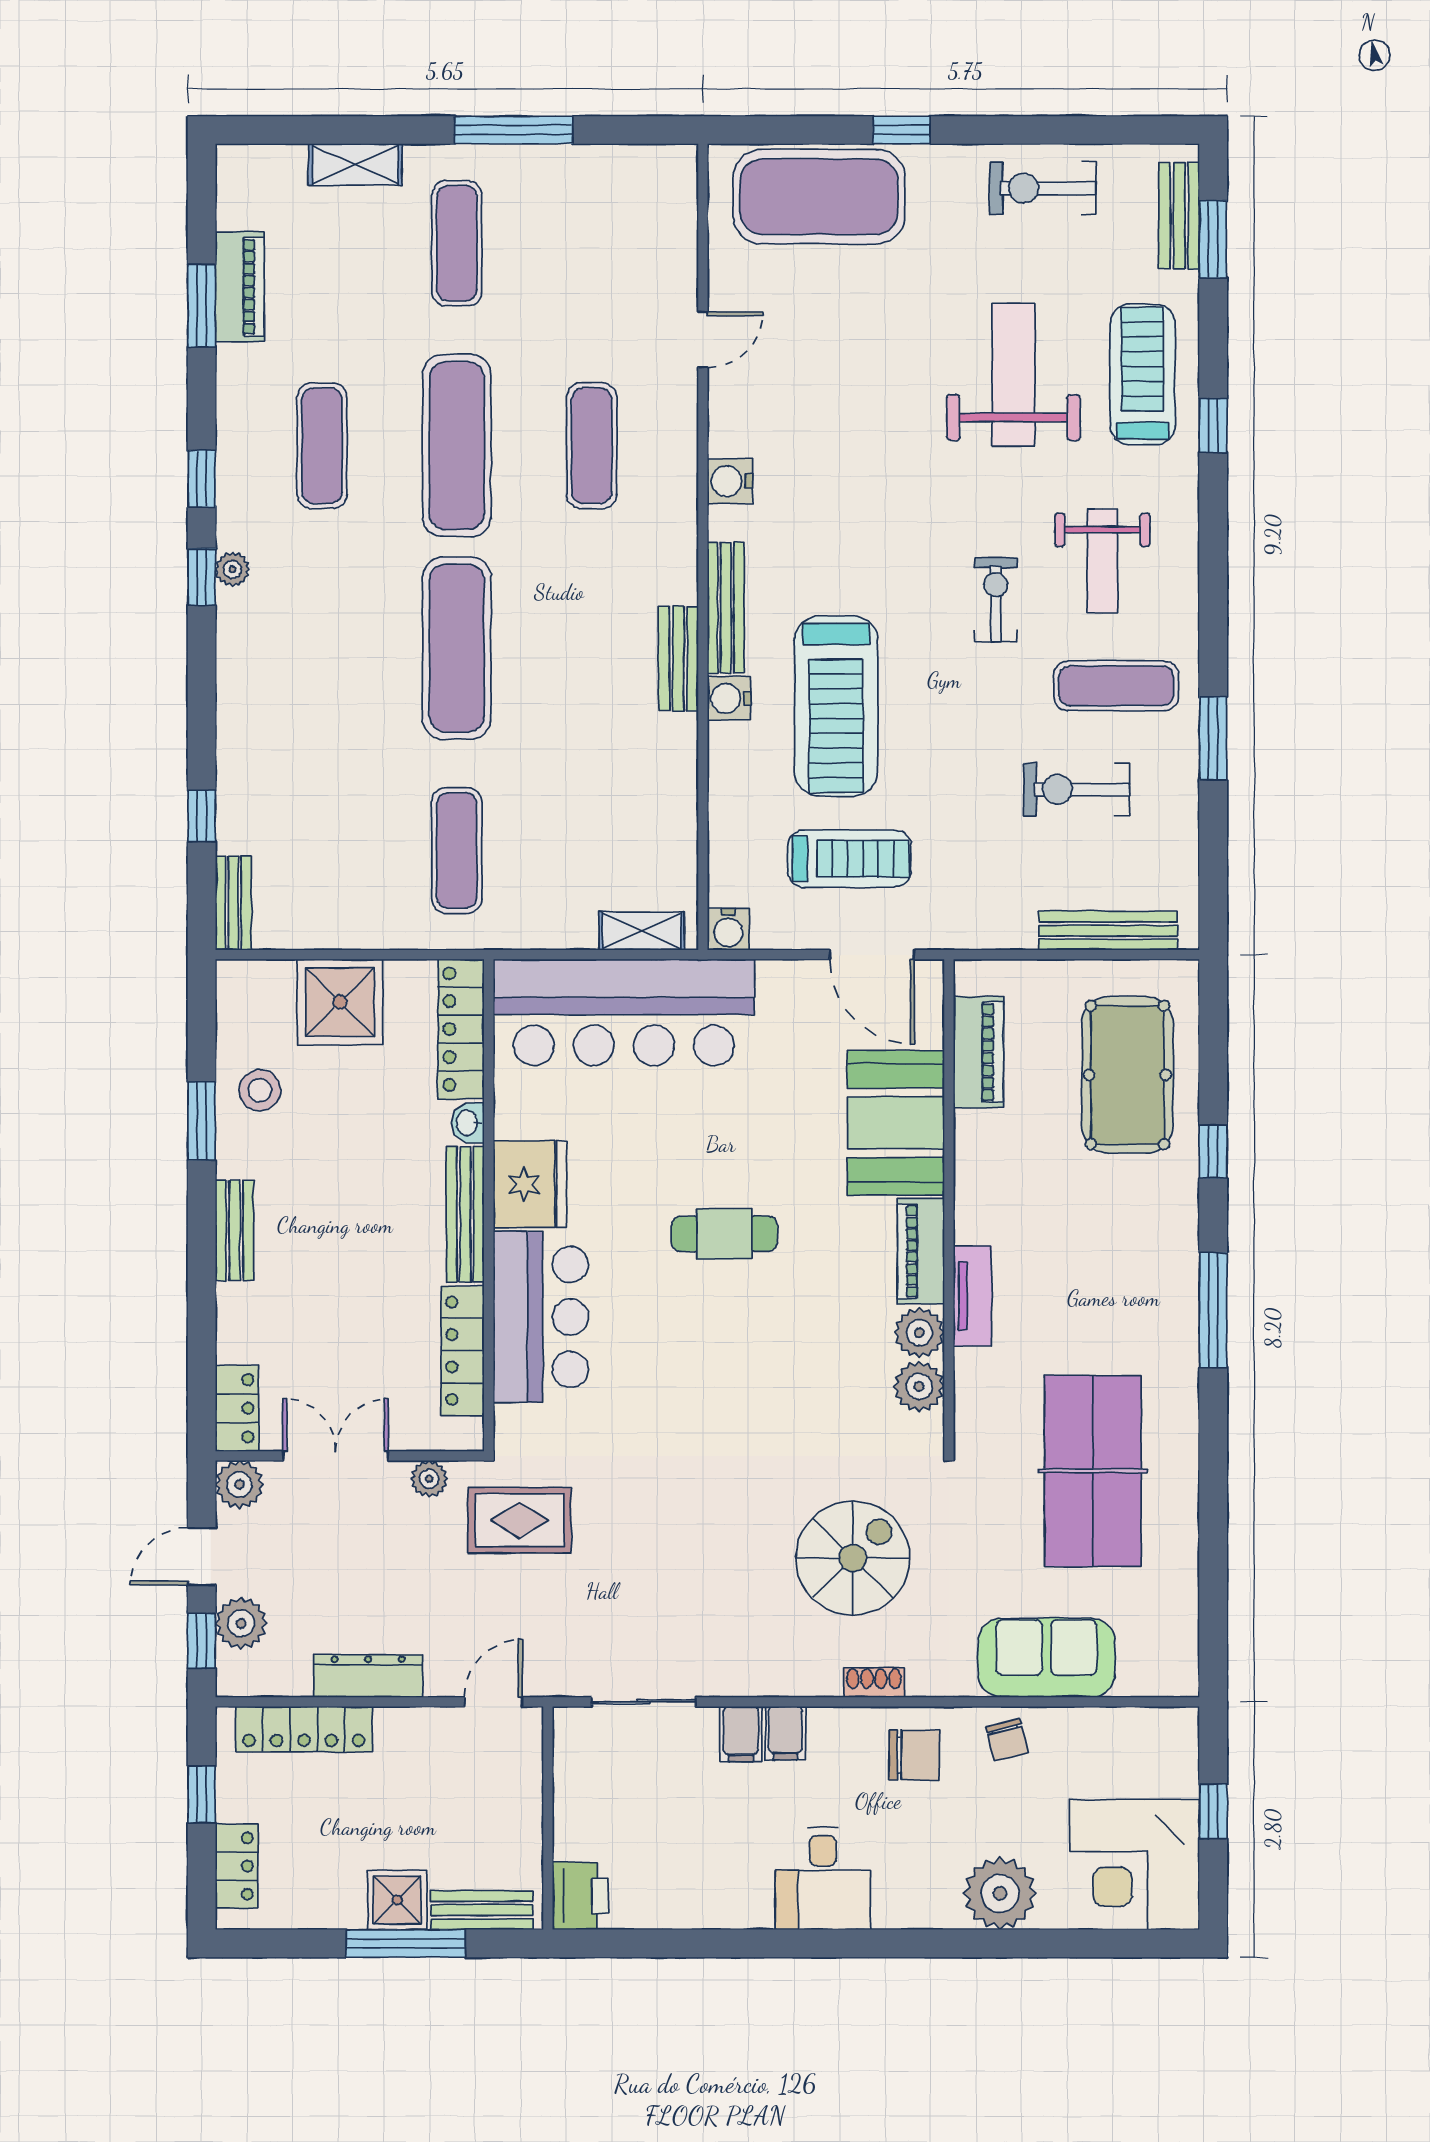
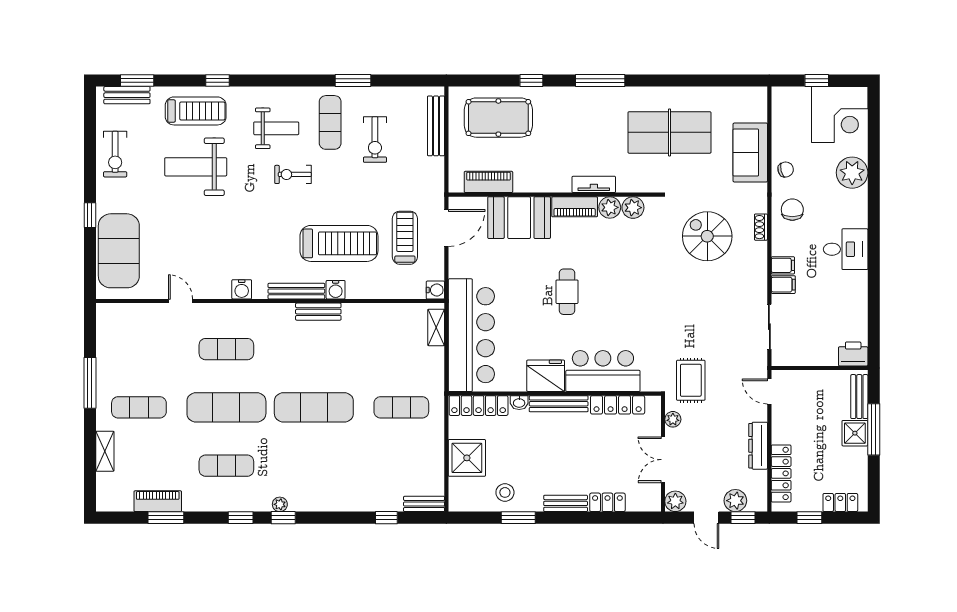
treadmill: (1143, 375) -> (196, 111), turned 180
locker: (237, 1408) -> (607, 502), moved

